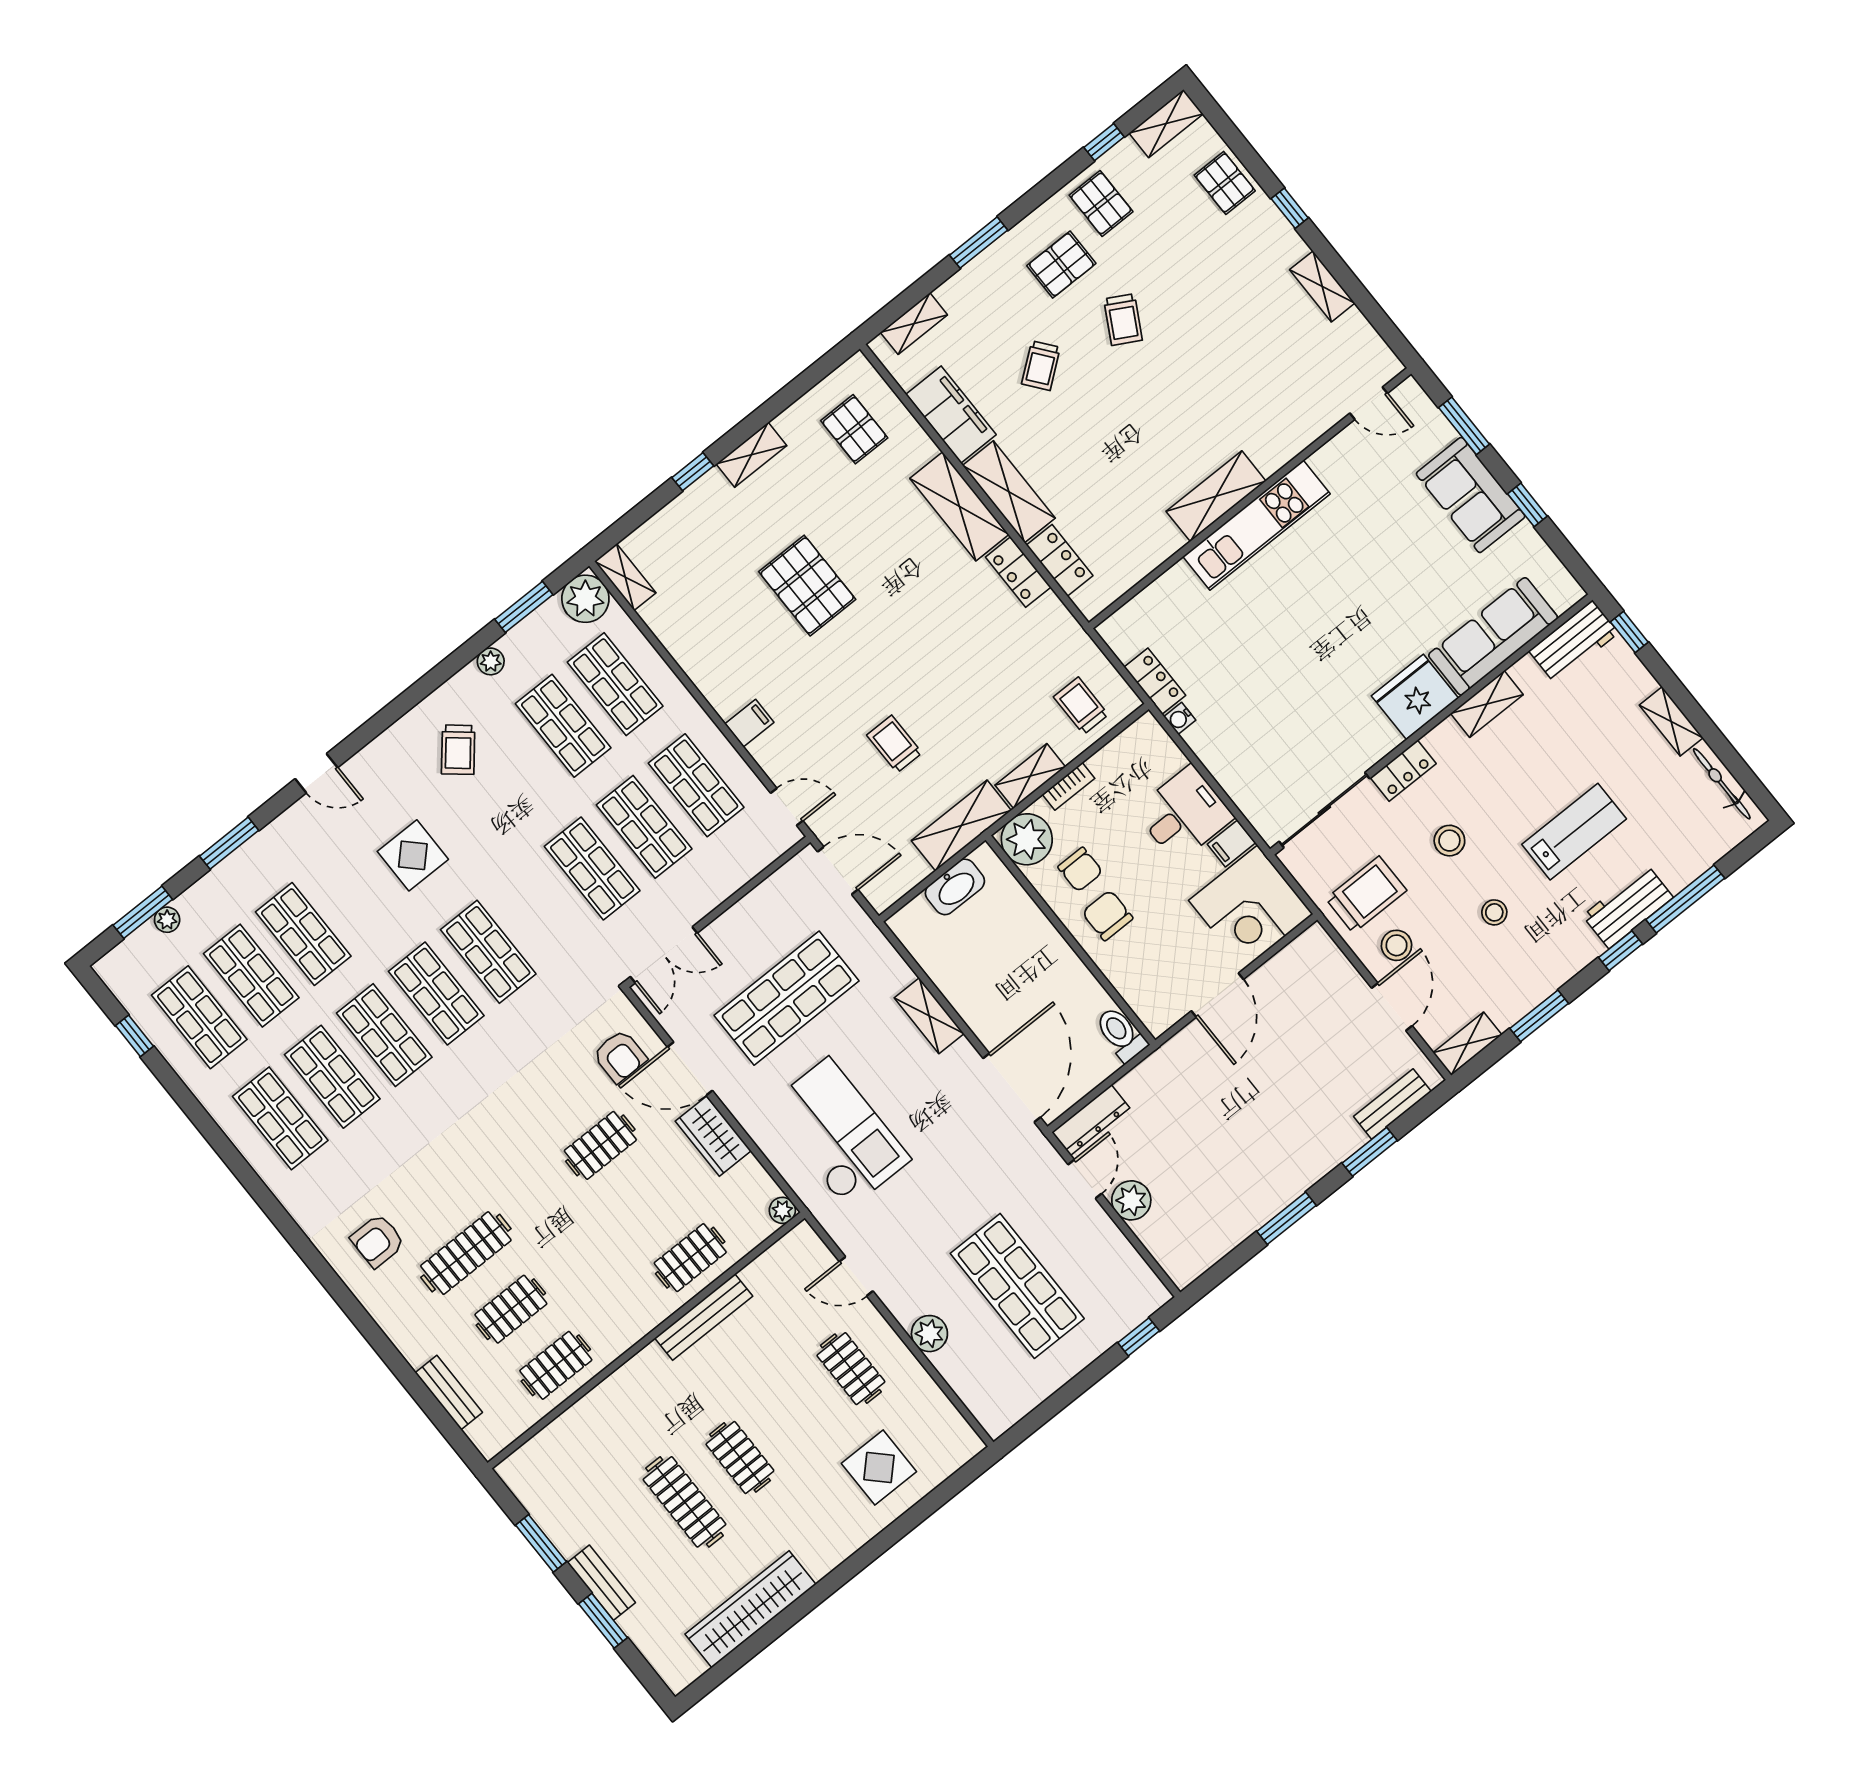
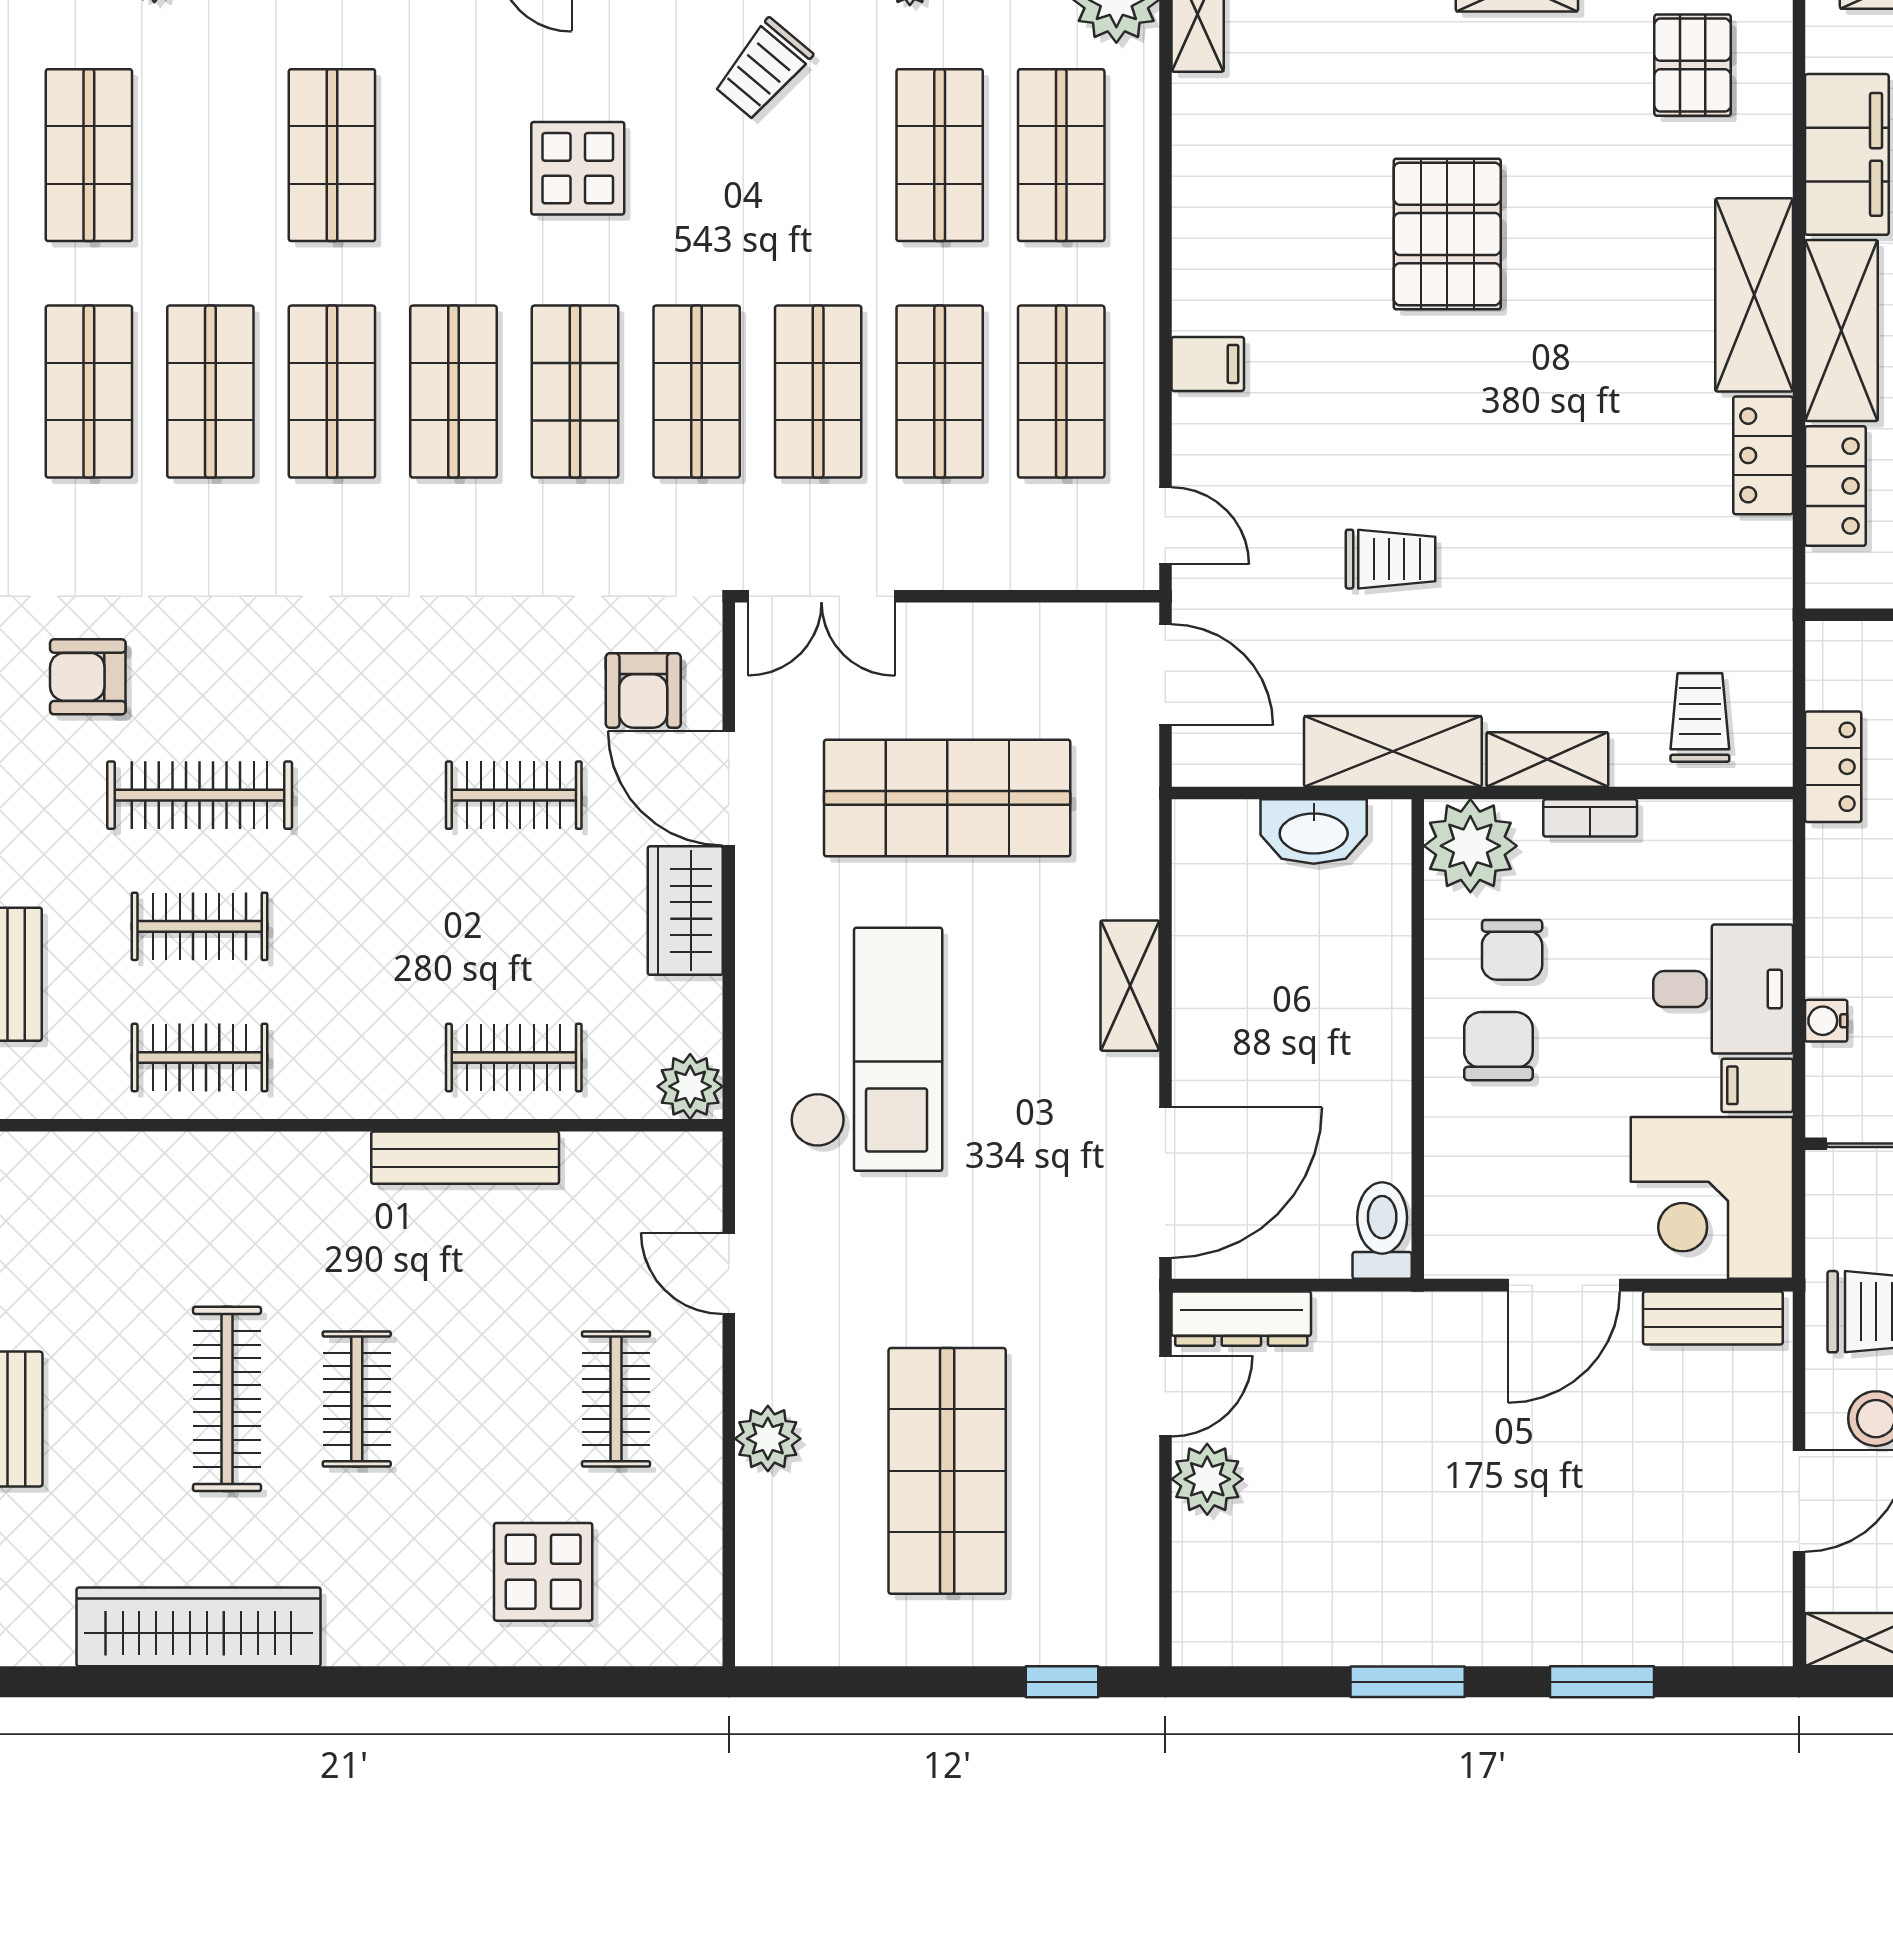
water cooler: (1180, 718) -> (1826, 1021), moved
trolley: (894, 744) -> (1391, 559), turned 90
shop shelf: (251, 976) -> (697, 392), moved
bench: (1392, 1104) -> (1713, 1318), moved
plant: (782, 1210) -> (690, 1086), width x1.38, depth x1.38

